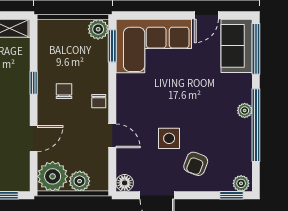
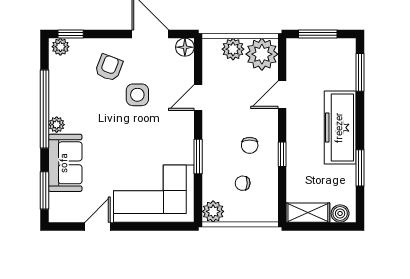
window: (112, 46) -> (198, 157), moved
sofa: (237, 46) -> (65, 163), moved
window: (256, 49) -> (45, 190), width x0.69
chair: (99, 101) -> (243, 183), moved, turned -86
door: (112, 136) -> (198, 97), hinge flipped

